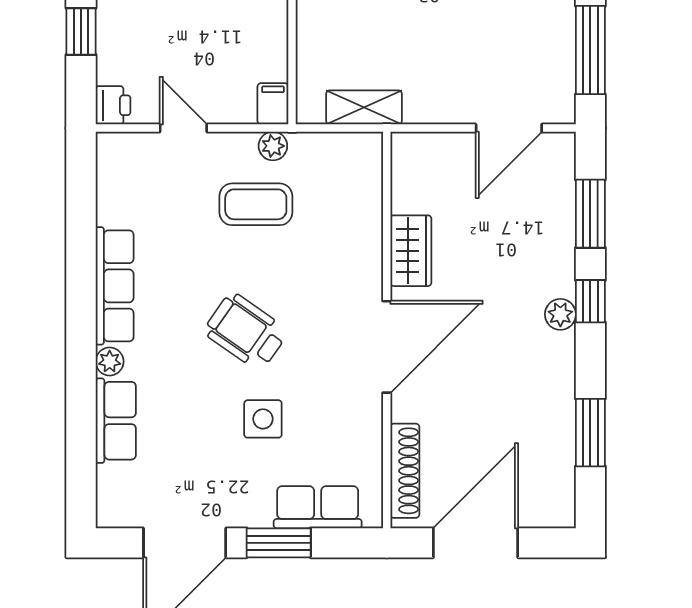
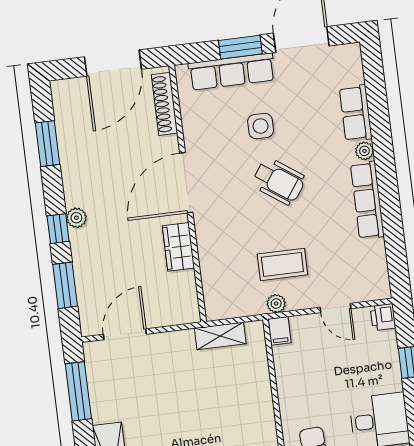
row of seats: (318, 507) -> (232, 72), width x1.48

